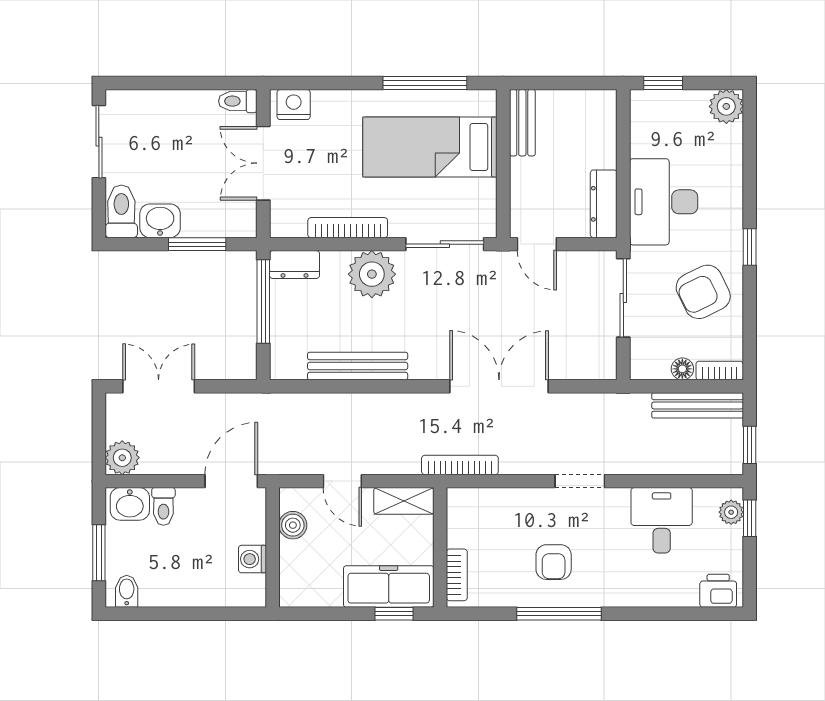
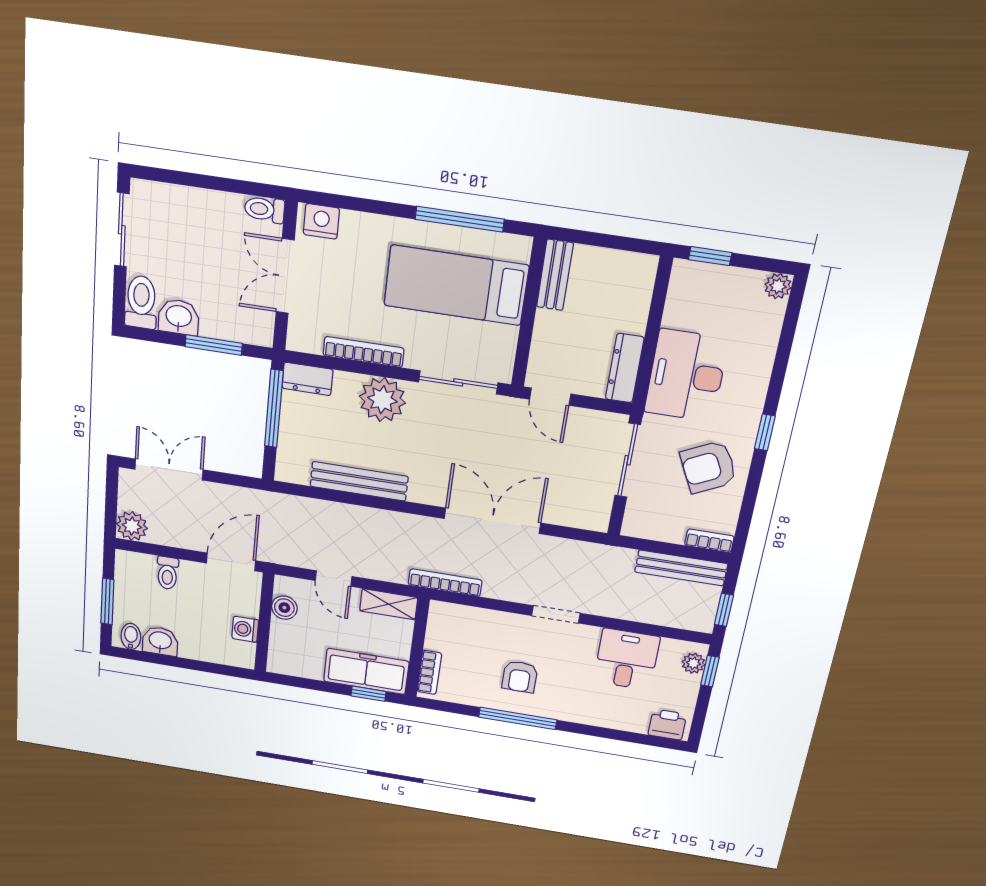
plant: (726, 106) -> (778, 286), width x0.73, depth x0.73
floor lamp: (682, 369) -> (673, 533), removed
washbasin: (130, 504) -> (160, 641), moved, turned 180

